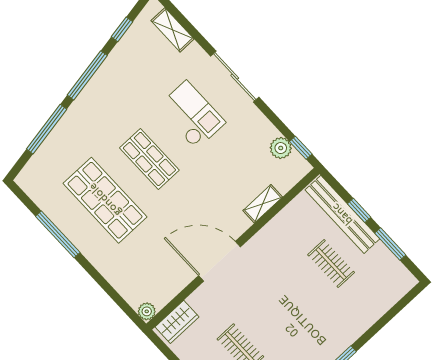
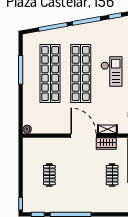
shop shelf: (149, 159) -> (81, 74), width x2.00, depth x1.36
shop shelf: (105, 200) -> (50, 74), width x1.40
door: (219, 261) -> (83, 136), moved
wardrobe: (177, 322) -> (106, 144), moved

